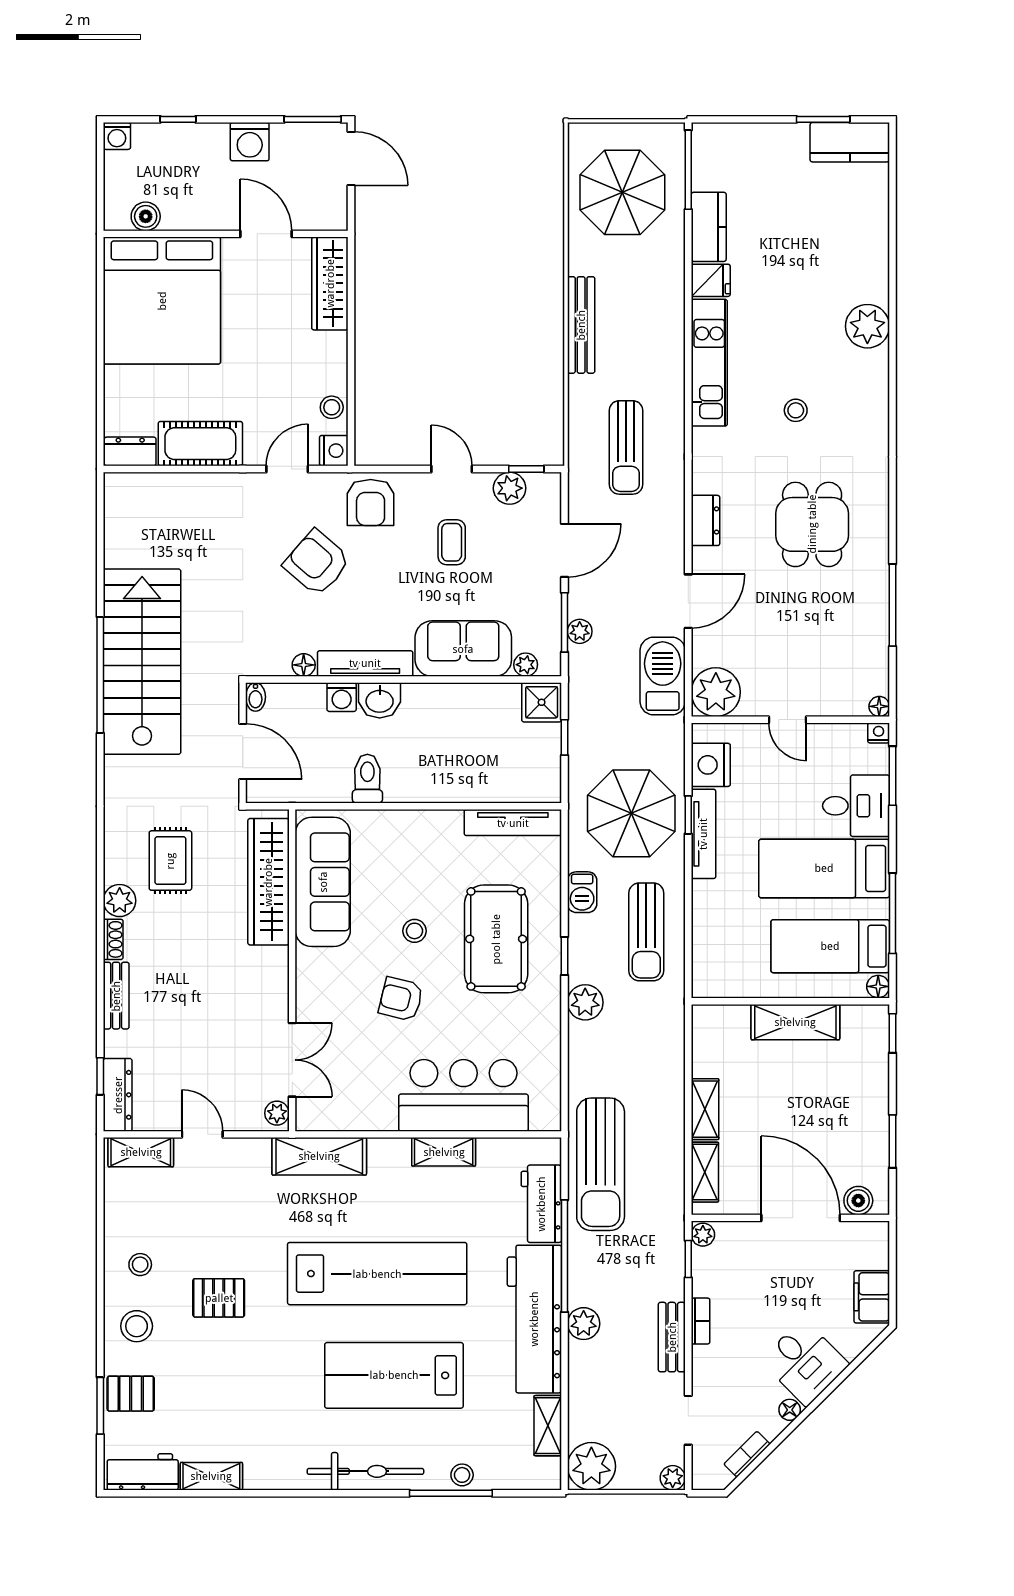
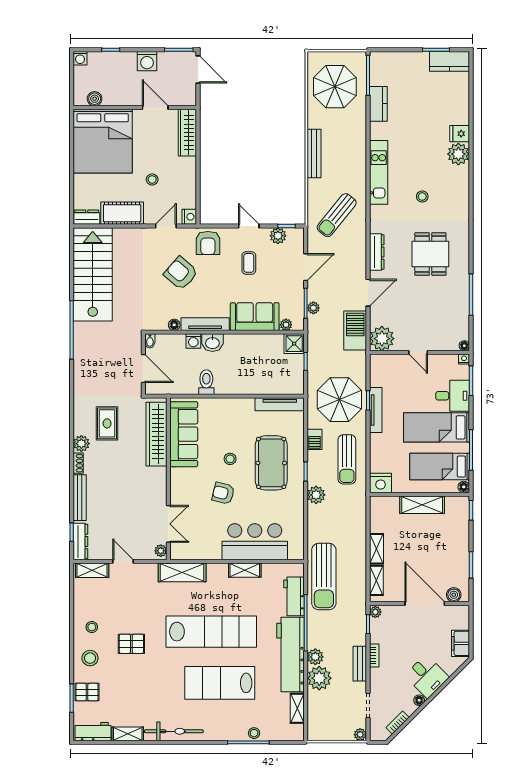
fridge: (711, 280) -> (460, 134), moved, turned 180
stool: (332, 407) -> (152, 179), moved
sun lounger: (626, 447) -> (337, 215), turned 39
dresser: (705, 520) -> (377, 252), width x1.44
stairs: (142, 662) -> (93, 274), moved
nightstand: (711, 765) -> (381, 483), moved, turned -90
bench: (116, 996) -> (80, 498), width x1.36
plant: (591, 1466) -> (319, 678), moved
bicycle: (365, 1471) -> (174, 731), moved

